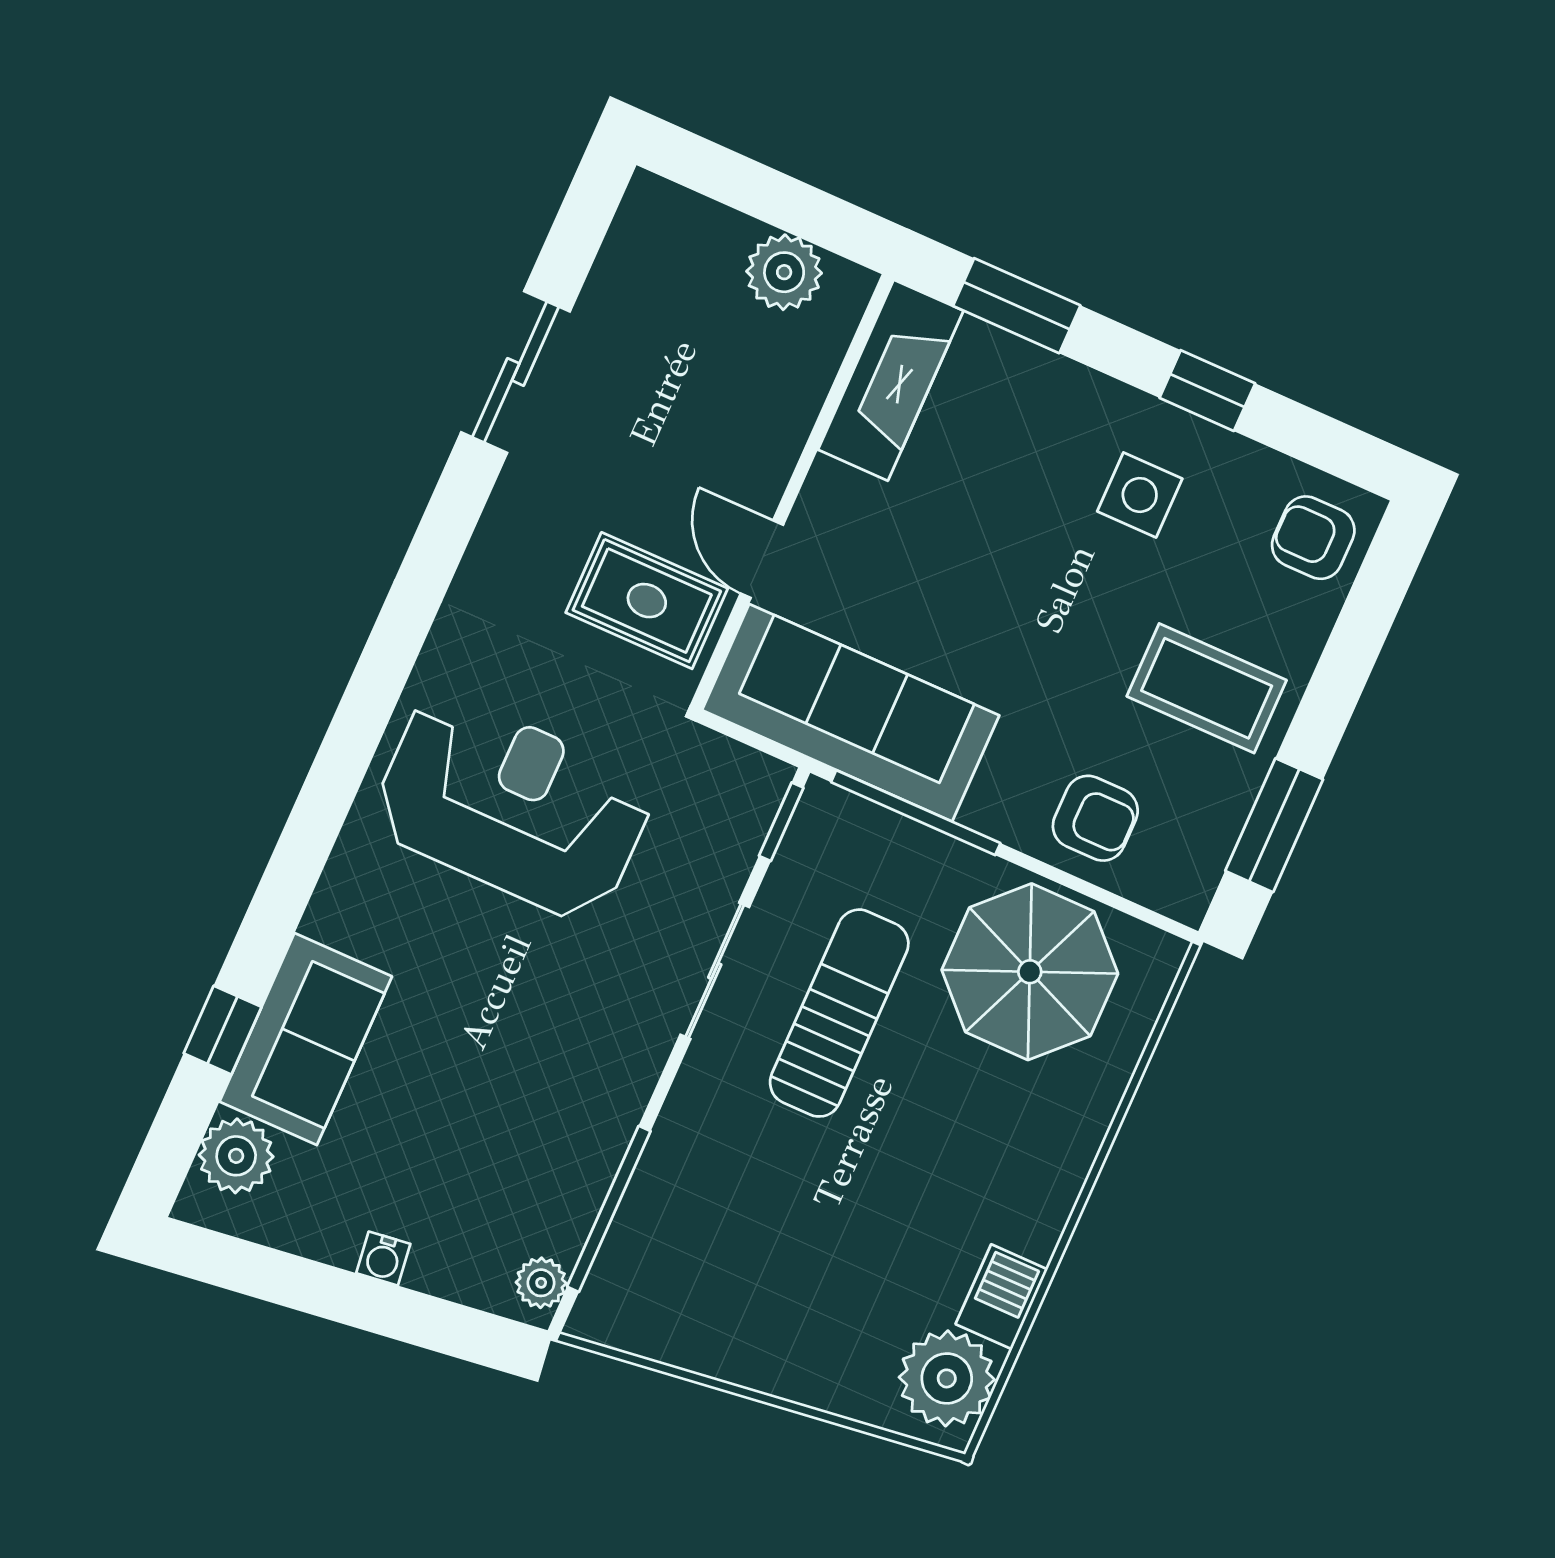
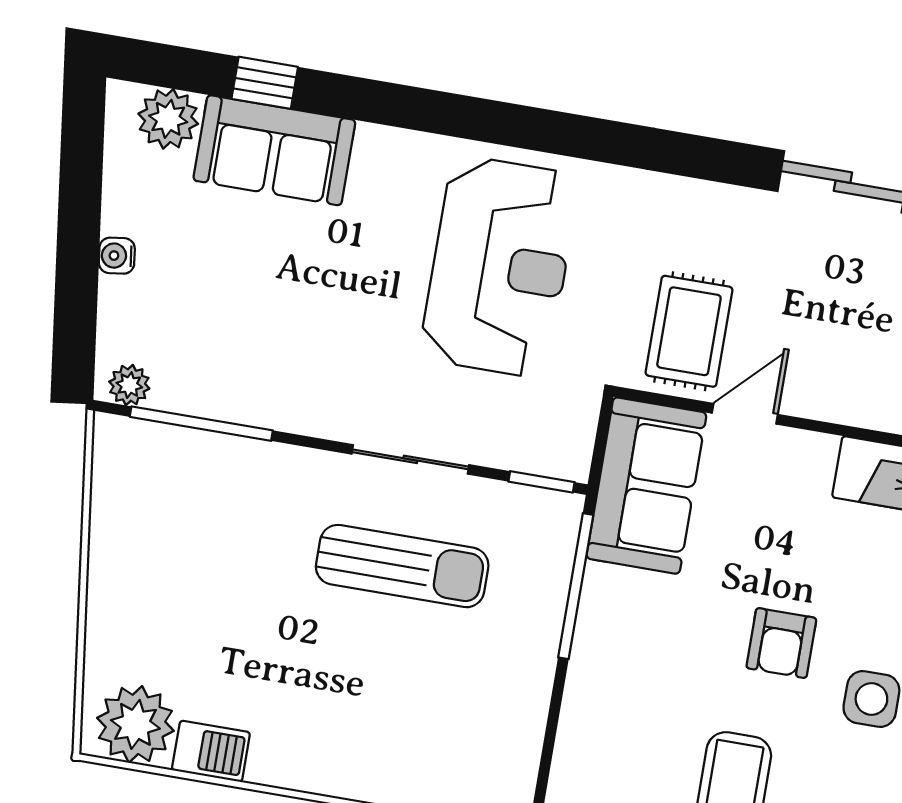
sofa: (851, 713) -> (646, 486), width x0.73
armchair: (1095, 818) -> (781, 643), moved
parasol: (1030, 972) -> (473, 708), removed

